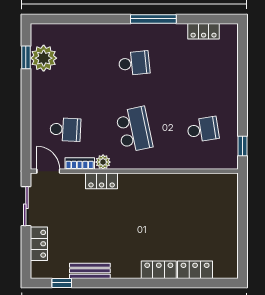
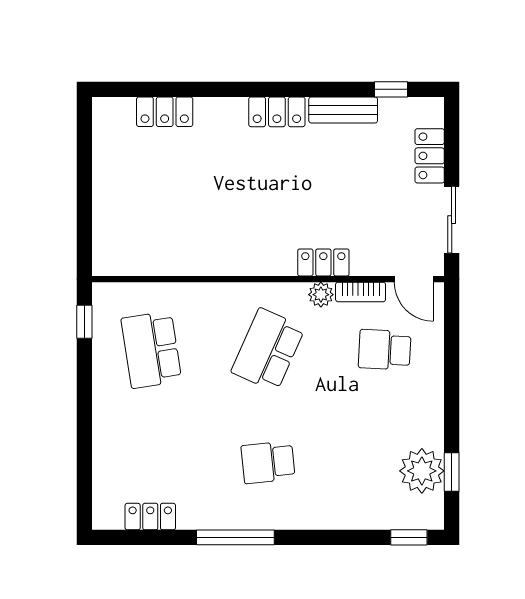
window: (51, 19) -> (409, 537), added
school desk: (134, 129) -> (268, 350), turned 36
school desk: (203, 129) -> (151, 350), width x1.85
locker: (159, 270) -> (277, 112), moved

